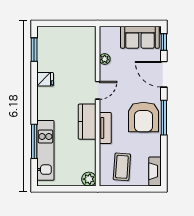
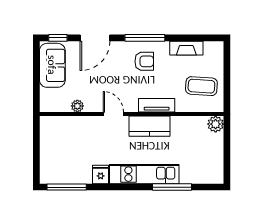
window: (34, 50) -> (67, 187), width x1.44
armchair: (143, 117) -> (144, 61), width x0.53, depth x0.53
kitchen unit: (45, 150) -> (144, 174), moved
fireplace: (155, 171) -> (186, 48), moved

